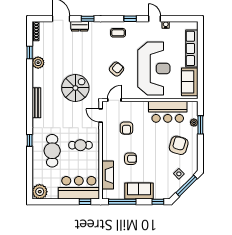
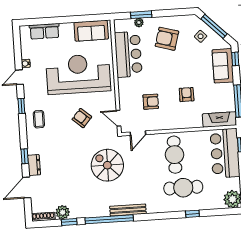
row of seats: (192, 48) -> (44, 31), width x0.68
plant: (38, 63) -> (63, 212), moved
window: (30, 86) -> (109, 219), added
window: (30, 140) -> (192, 214), moved
cafe table: (80, 145) -> (175, 155), width x1.37, depth x1.35
fireplace: (108, 175) -> (220, 119), moved
sofa: (139, 191) -> (223, 66), moved

